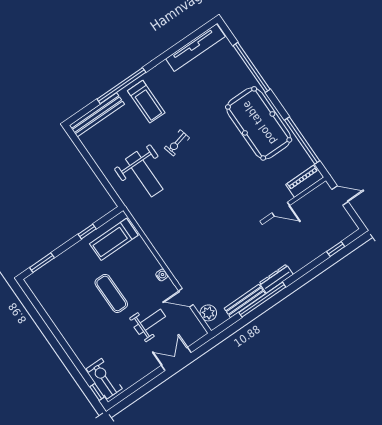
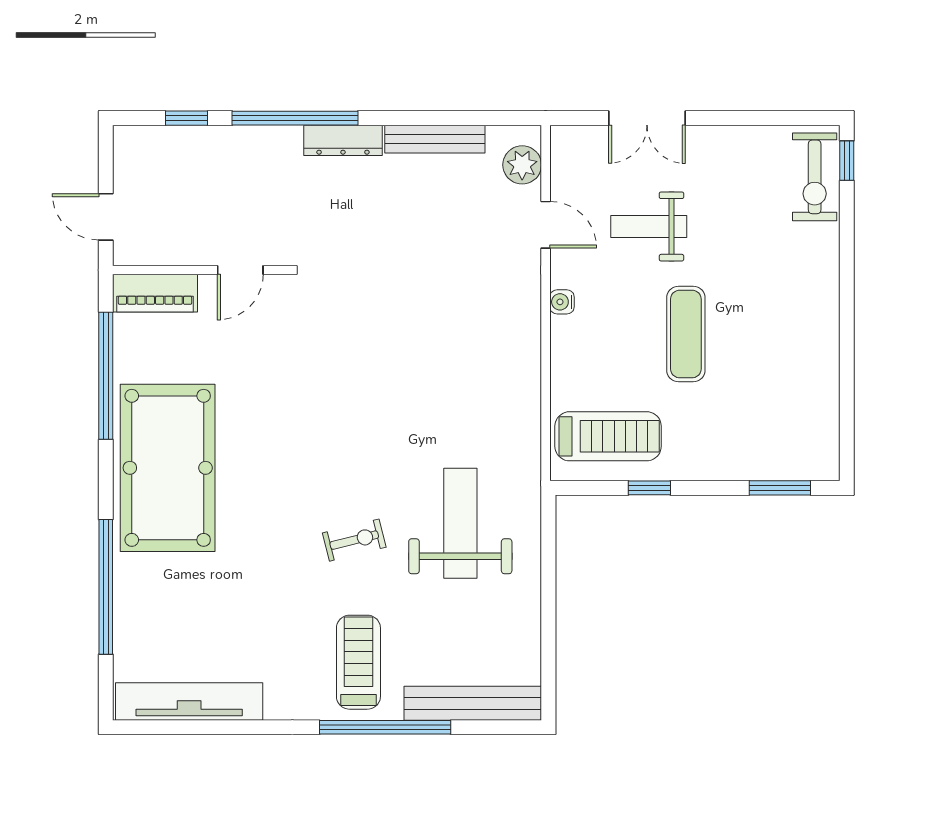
door: (281, 209) -> (240, 270), swing flipped
window: (262, 300) -> (295, 118), moved

